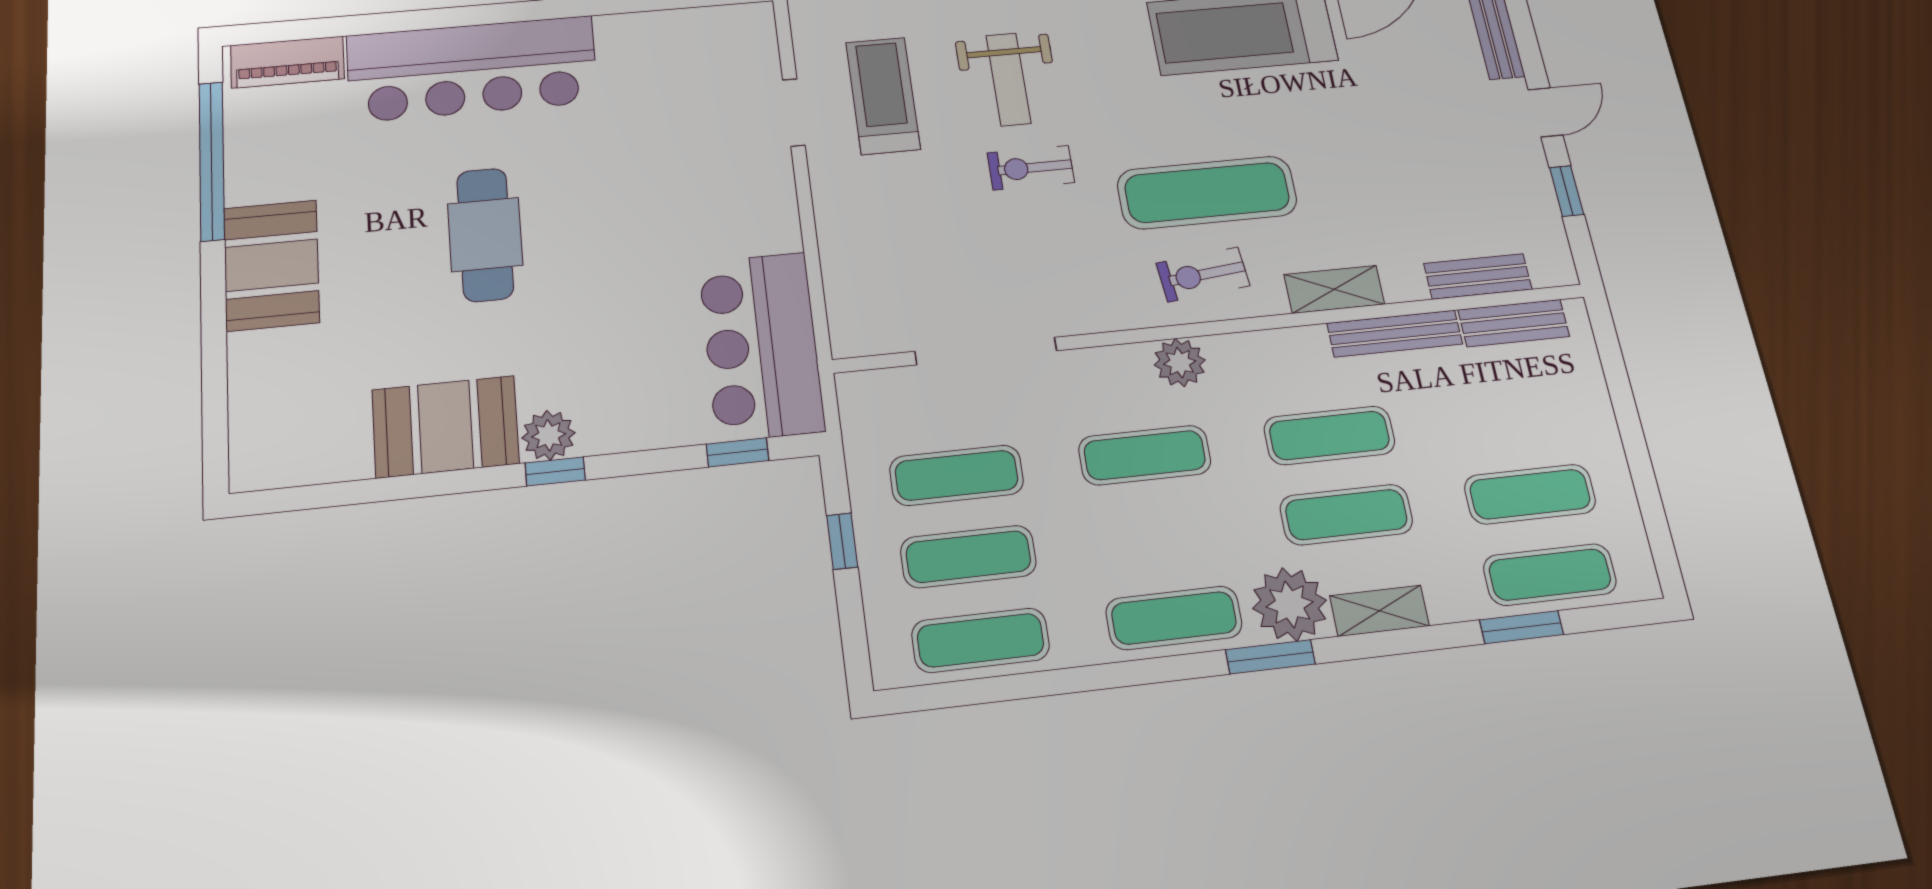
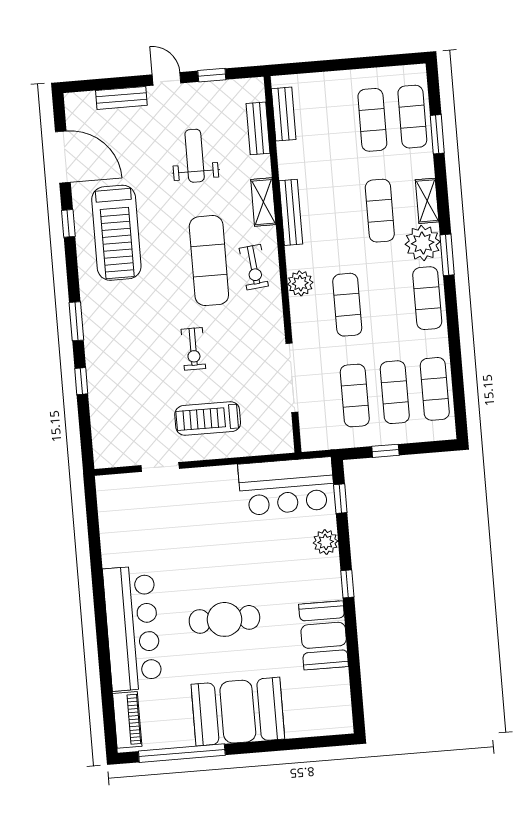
weight bench: (1008, 79) -> (195, 156), moved, turned -90
treadmill: (883, 96) -> (208, 419), moved
booth: (272, 265) -> (238, 712), width x1.36, depth x1.42
bench: (1395, 334) -> (291, 212), moved
plant: (549, 435) -> (326, 542), moved
exercise mat: (1329, 435) -> (340, 214), removed

